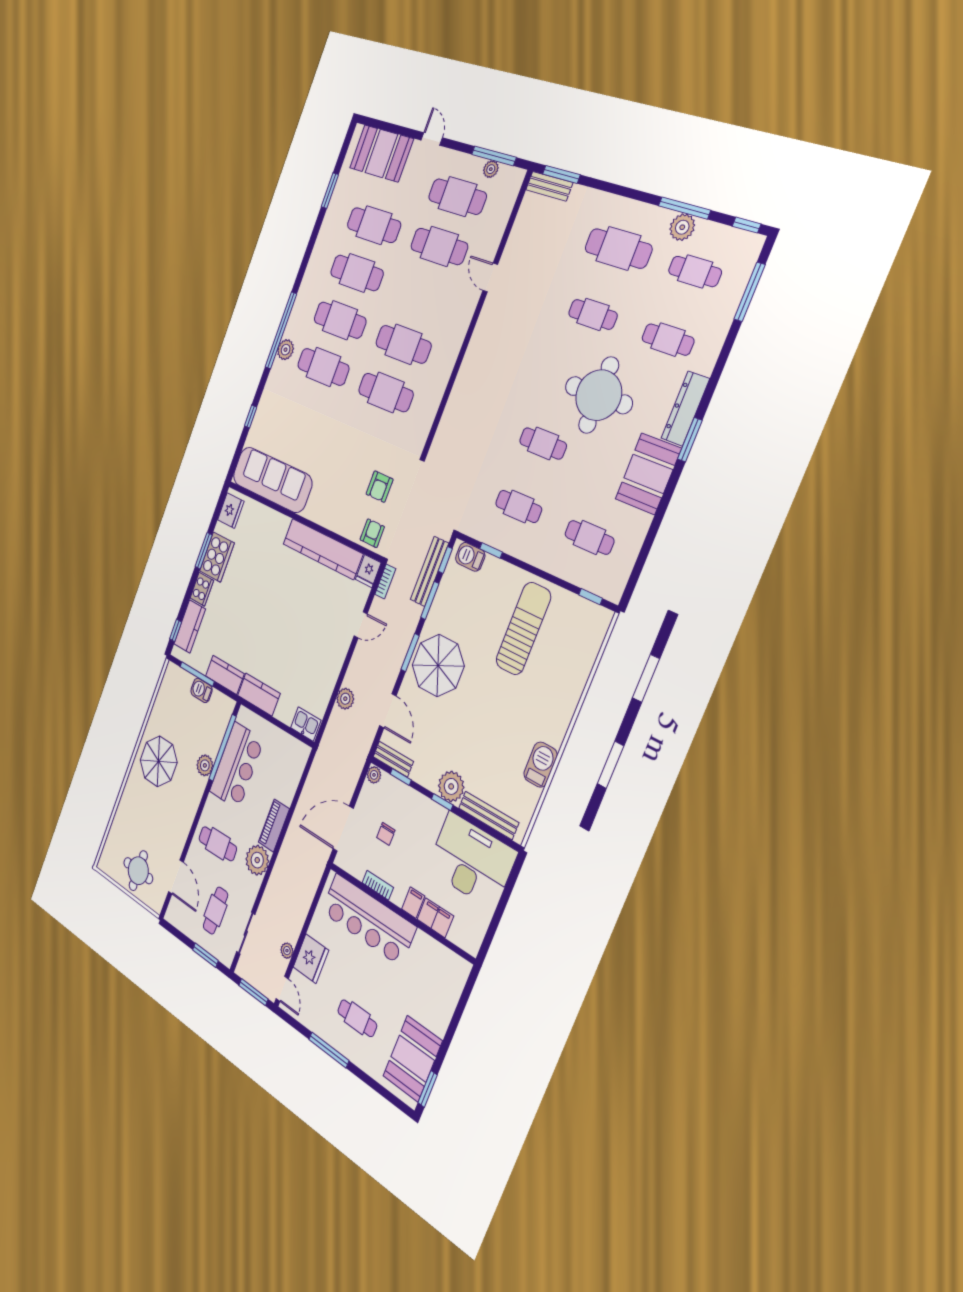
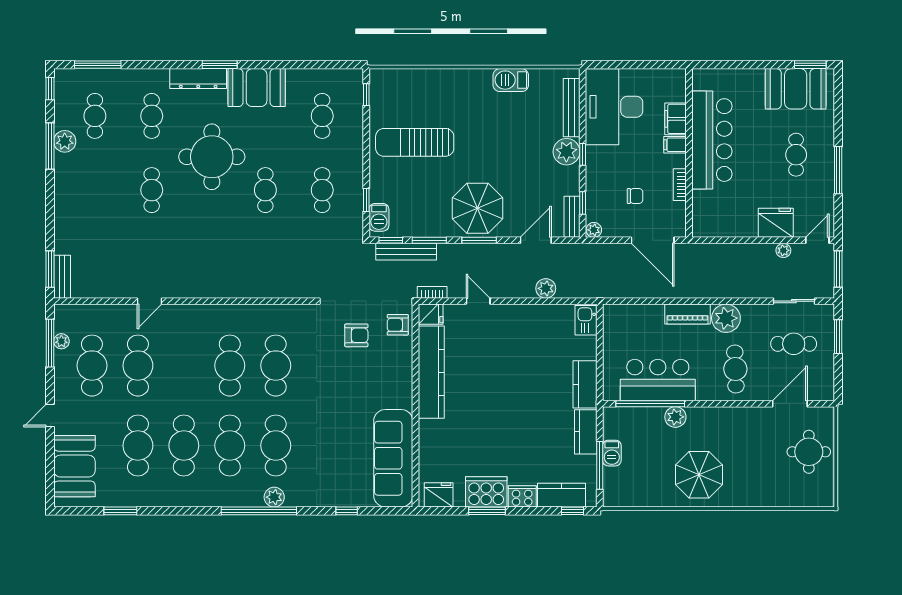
cafe table: (618, 248) -> (95, 190), removed
bar counter: (368, 919) -> (712, 140), moved

